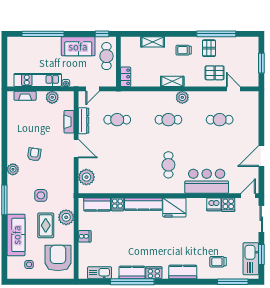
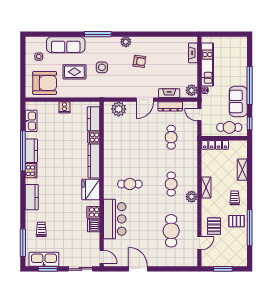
window: (43, 34) -> (250, 85), moved
locker: (126, 77) -> (215, 145), width x1.53
plant: (52, 97) -> (192, 90), moved
cafe table: (220, 120) -> (171, 231), width x1.37, depth x1.35
cooker: (228, 205) -> (93, 212), moved
plant: (66, 217) -> (82, 91), removed

